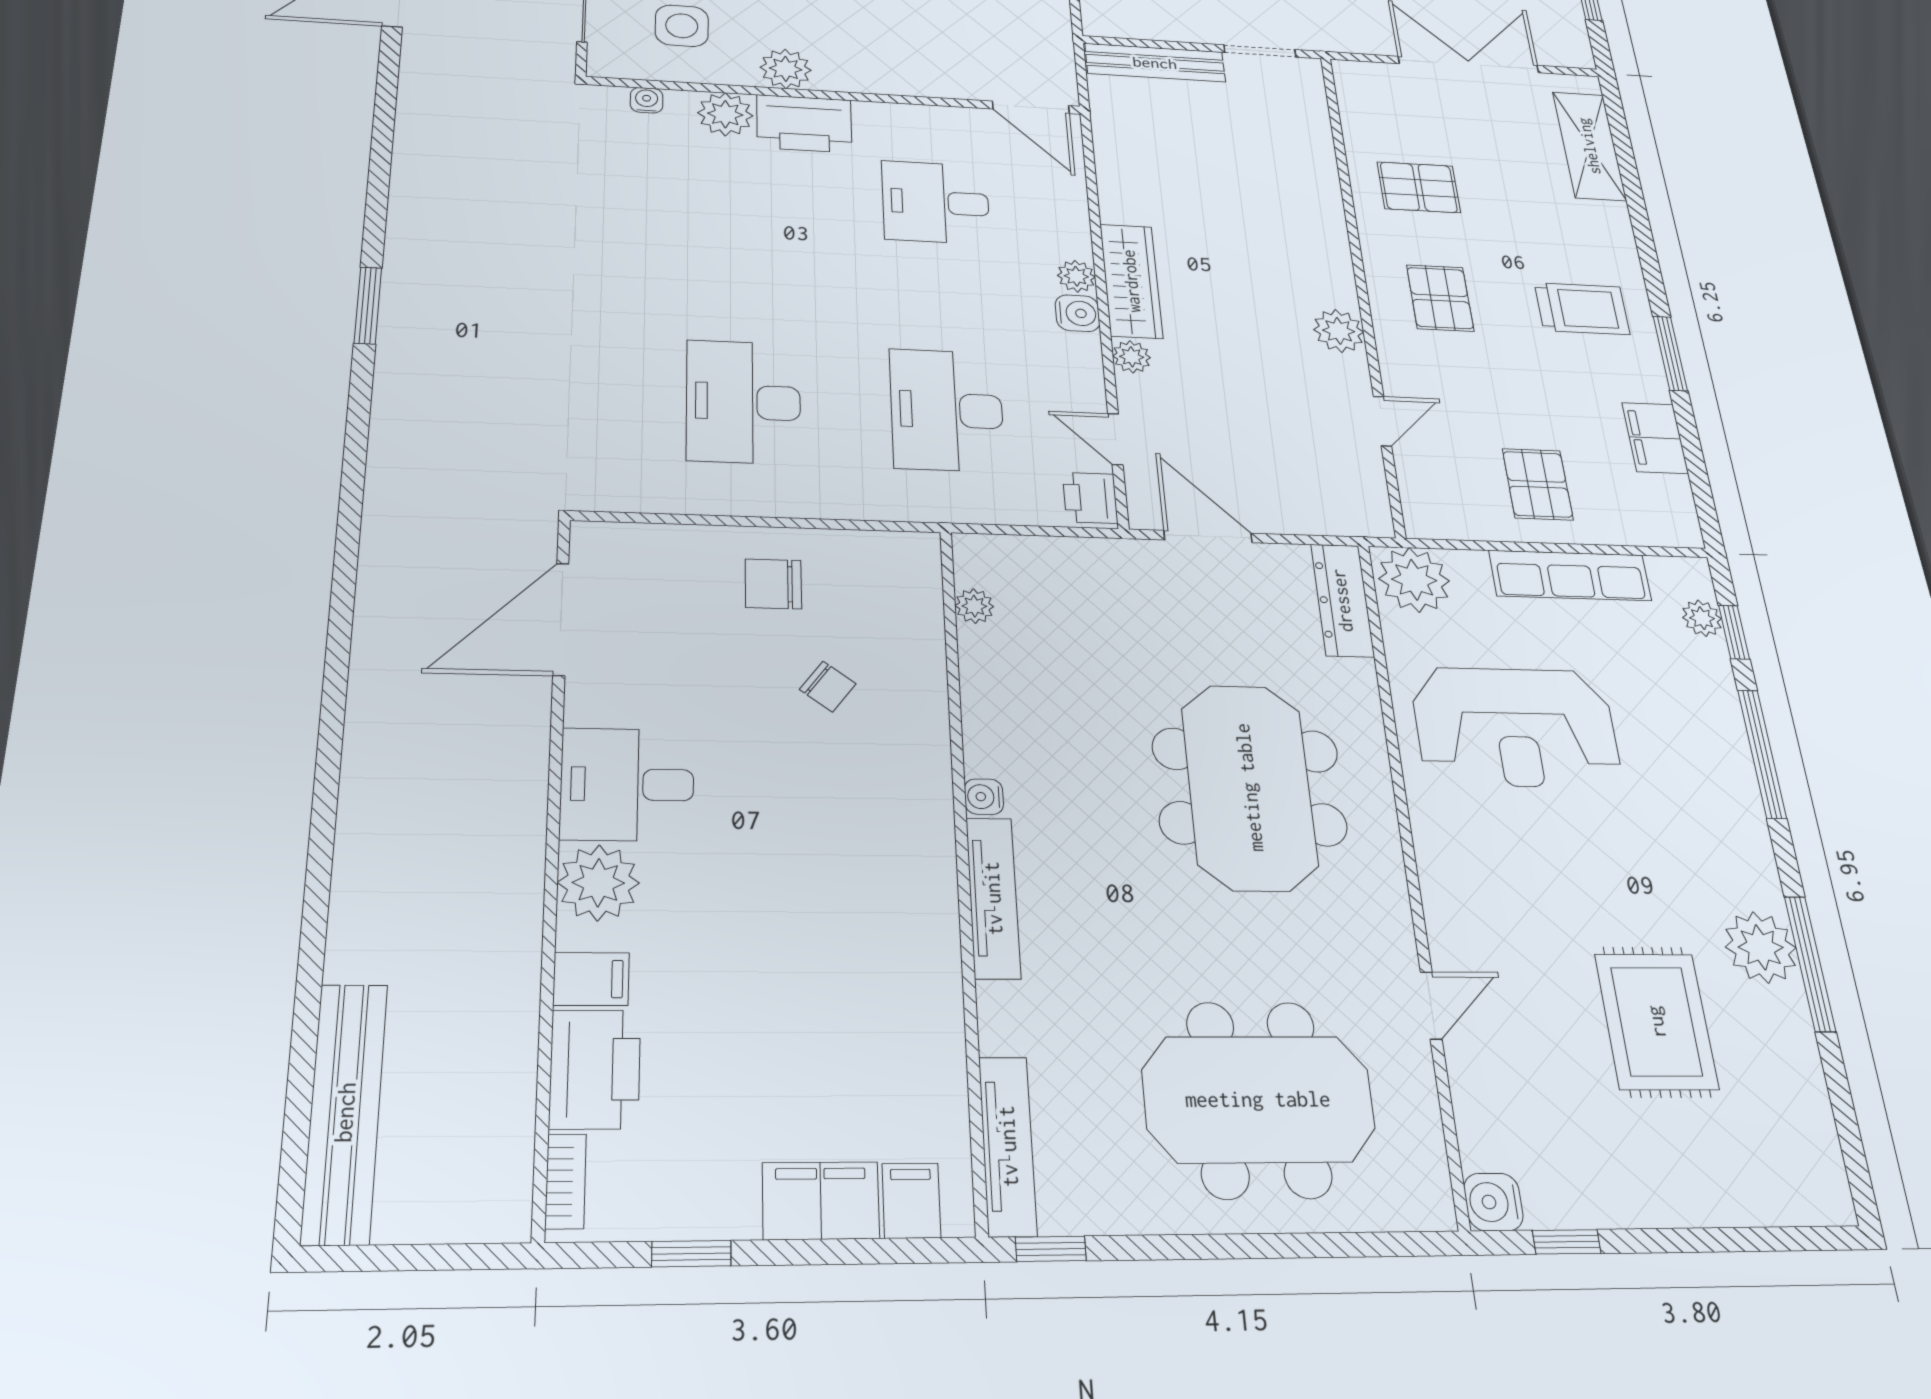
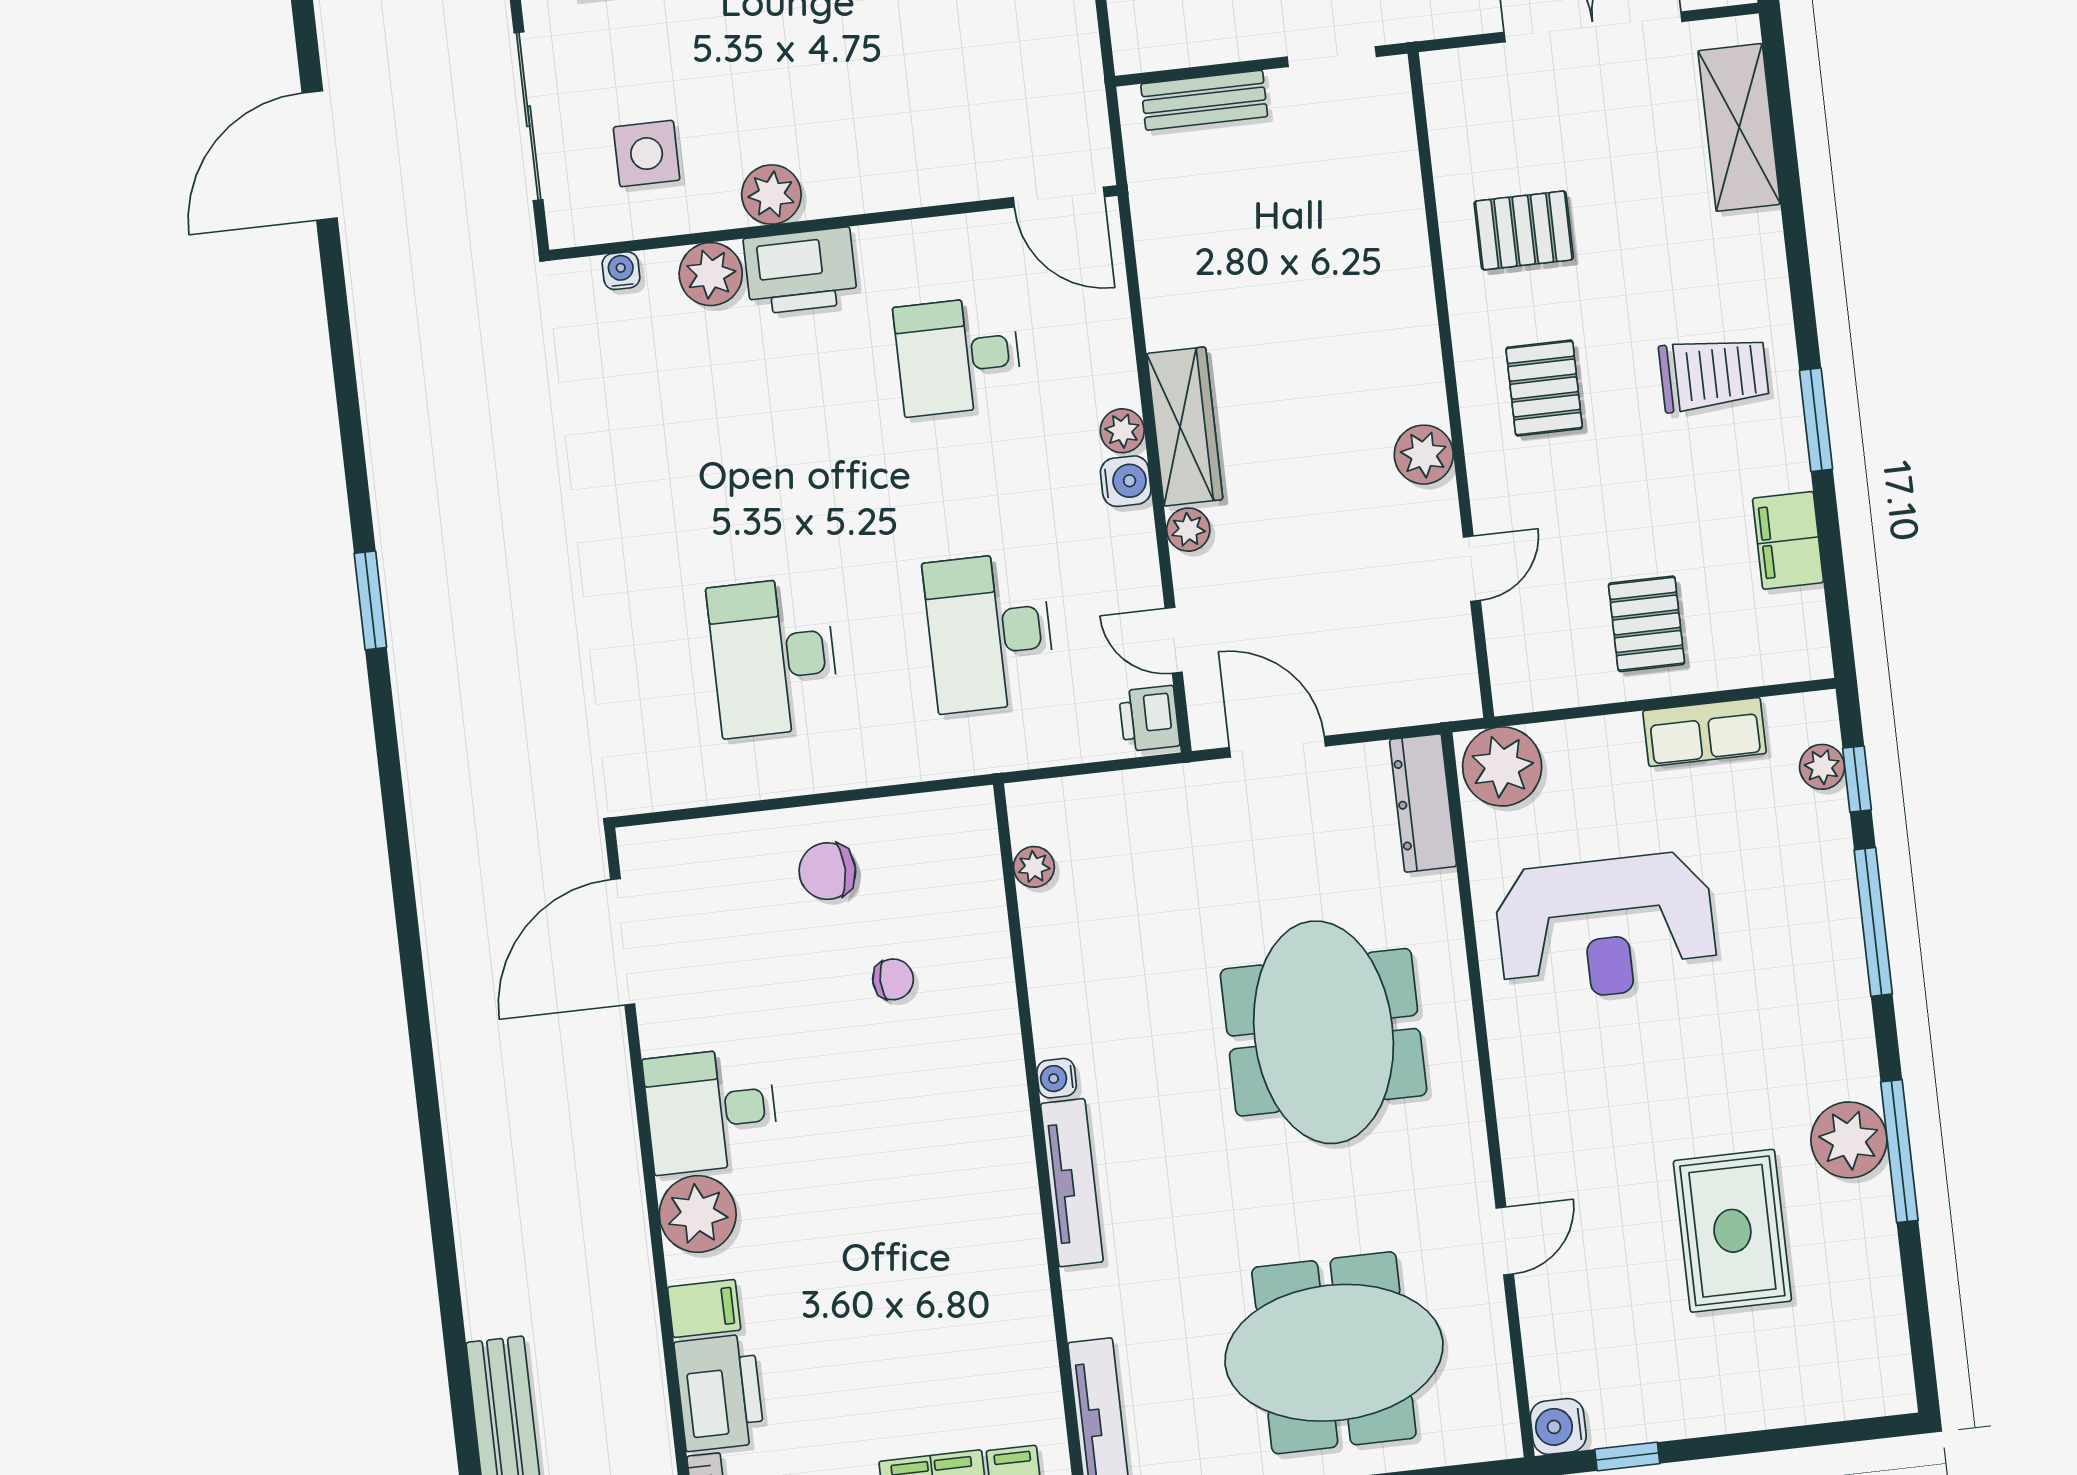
bench: (1155, 63) -> (1204, 100), width x0.73
row of seats: (1570, 575) -> (1705, 732), width x0.68
chair: (828, 687) -> (893, 979), turned -37

